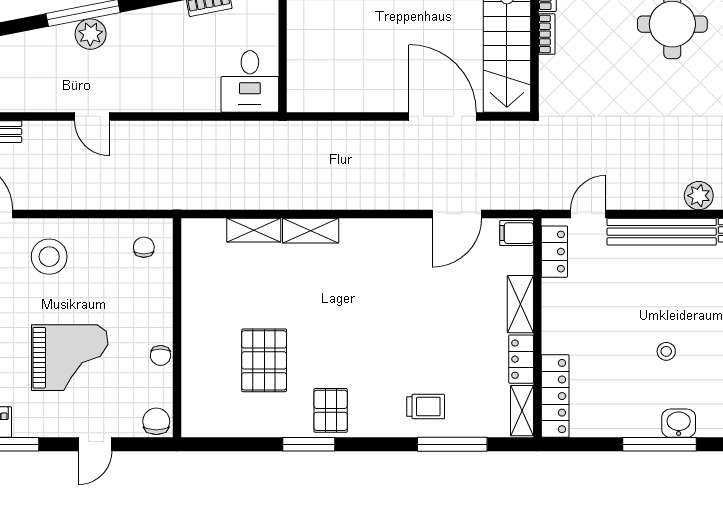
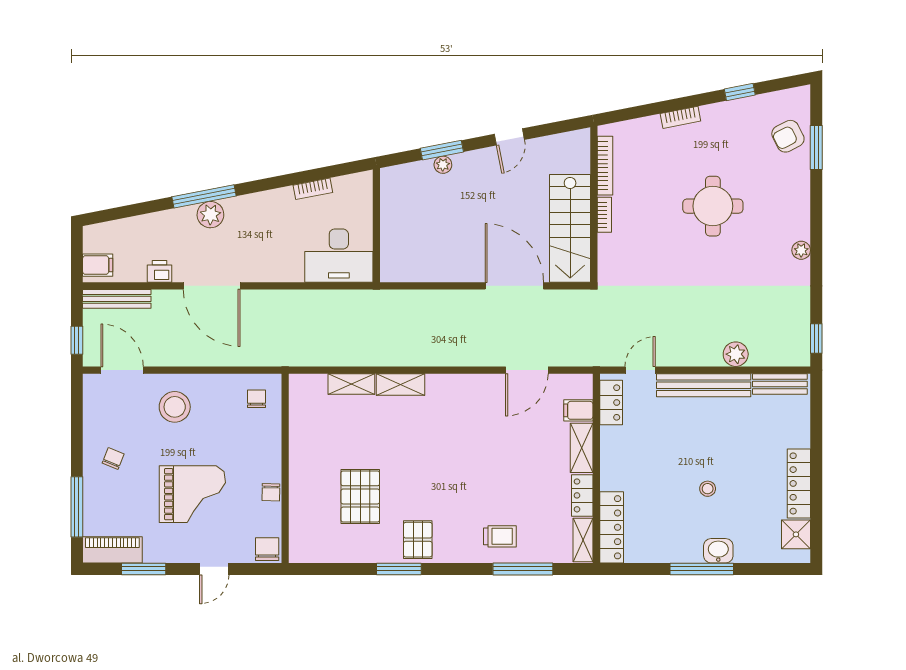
desk: (250, 81) -> (339, 256), width x1.37
printer: (32, 100) -> (159, 271), added
door: (92, 116) -> (212, 286), width x1.87
filing cabinet: (517, 233) -> (578, 410), moved

